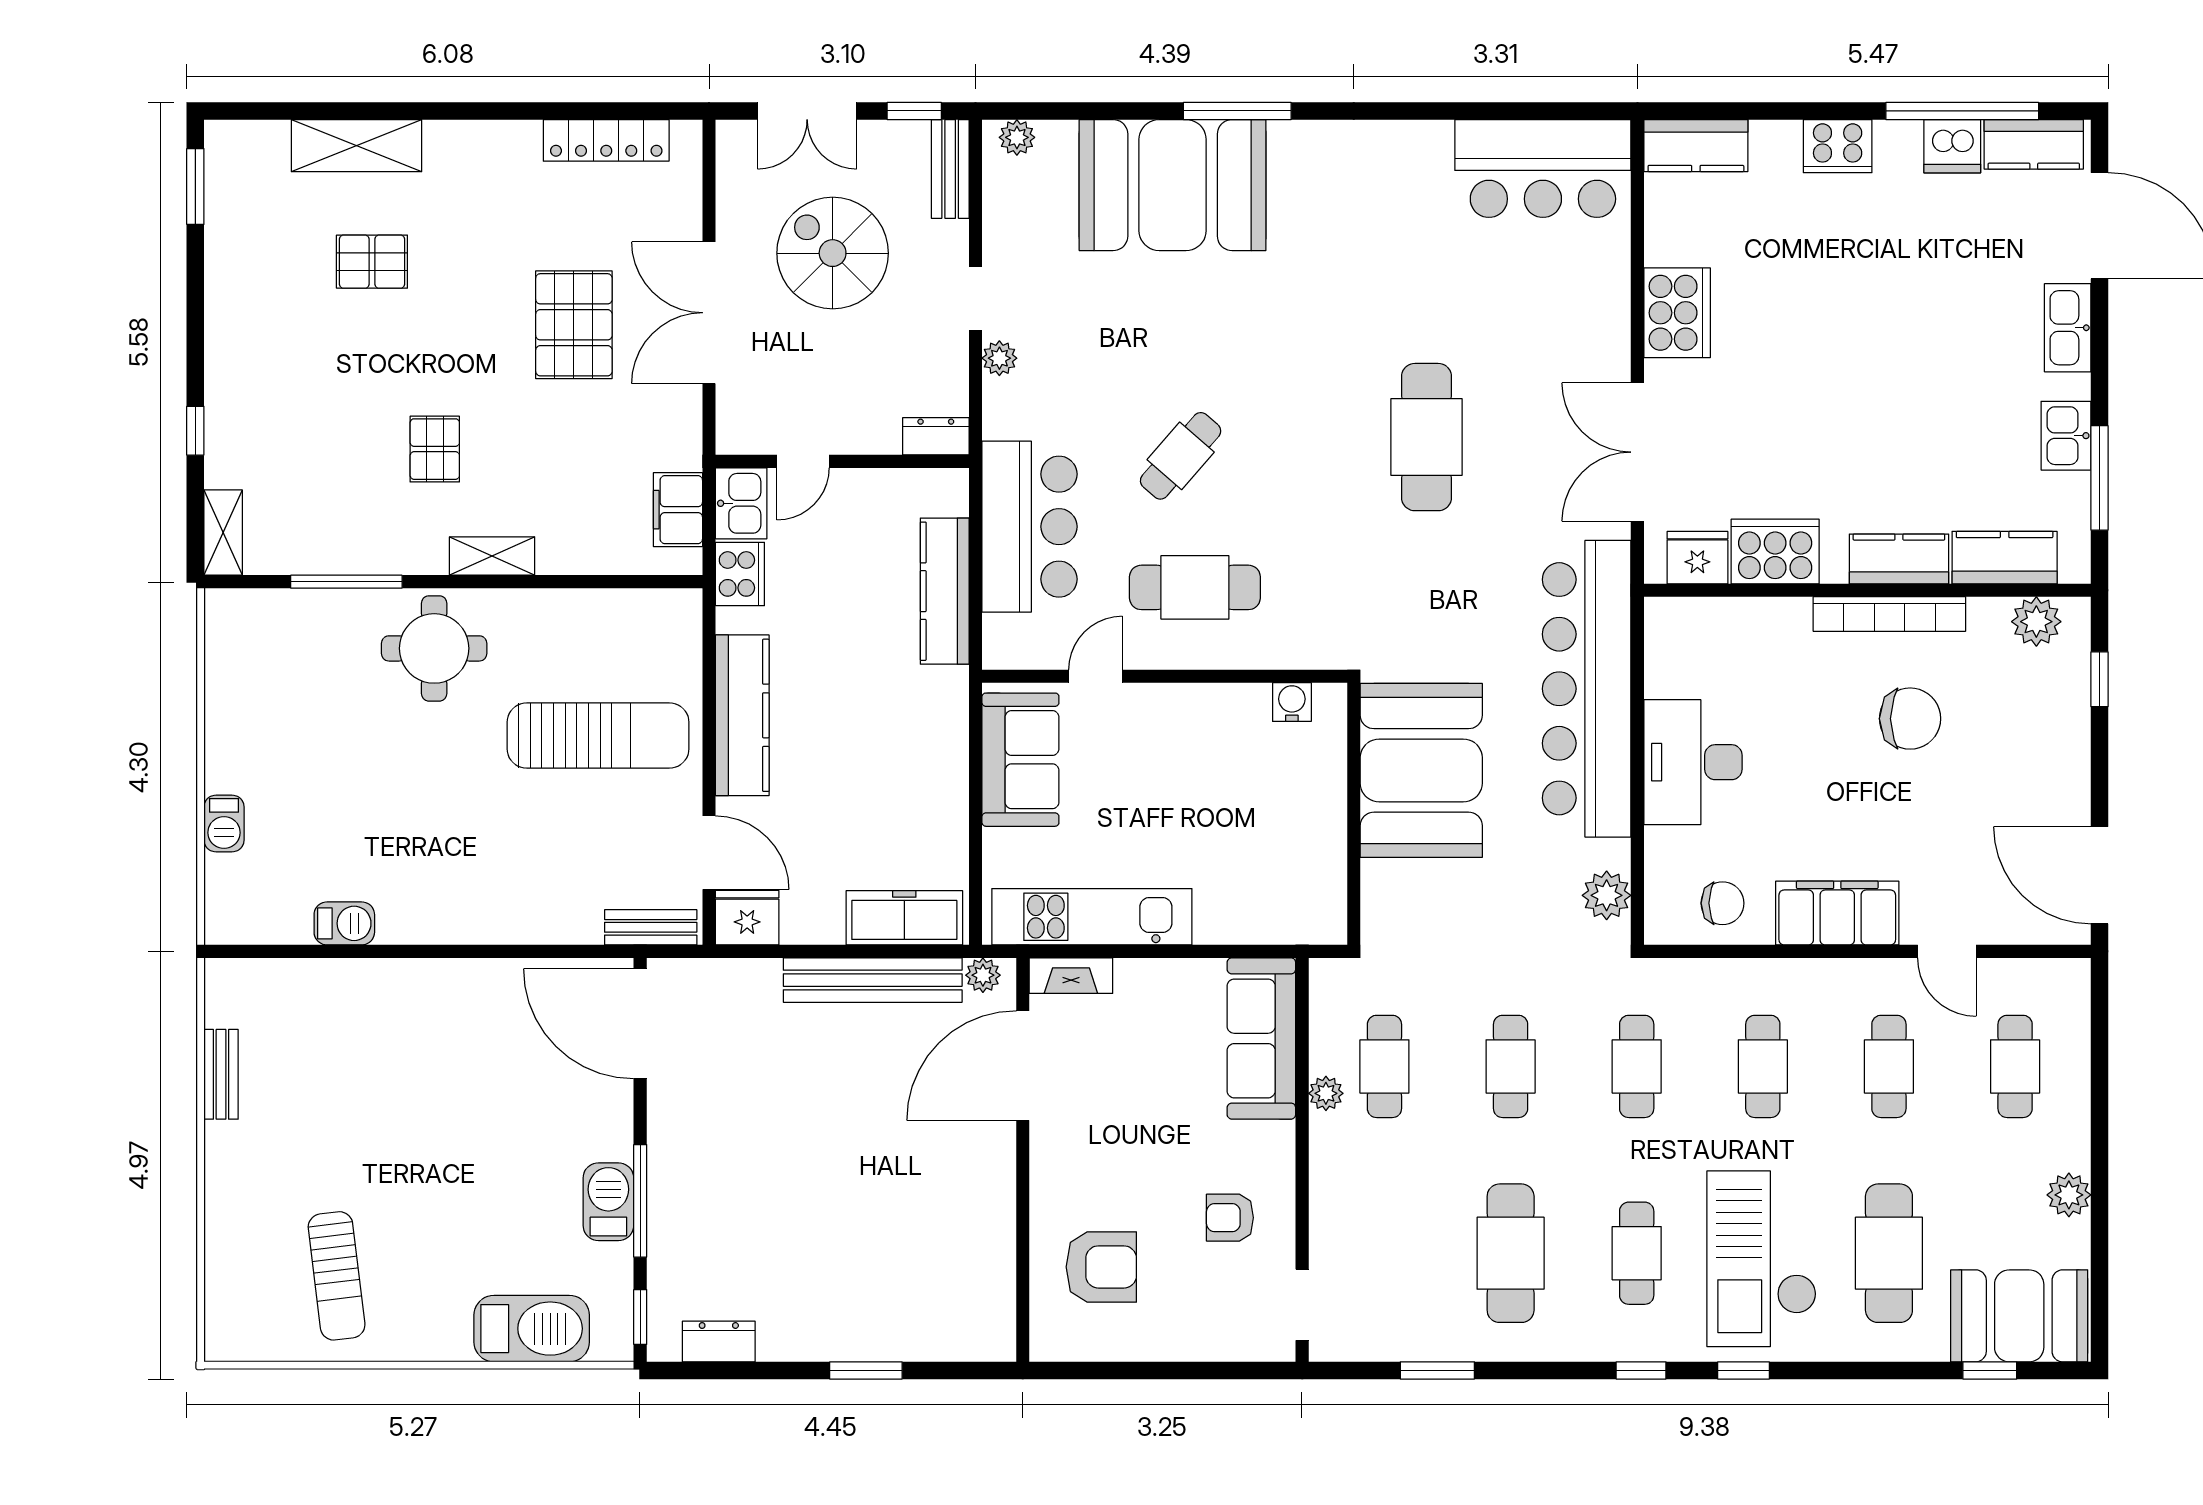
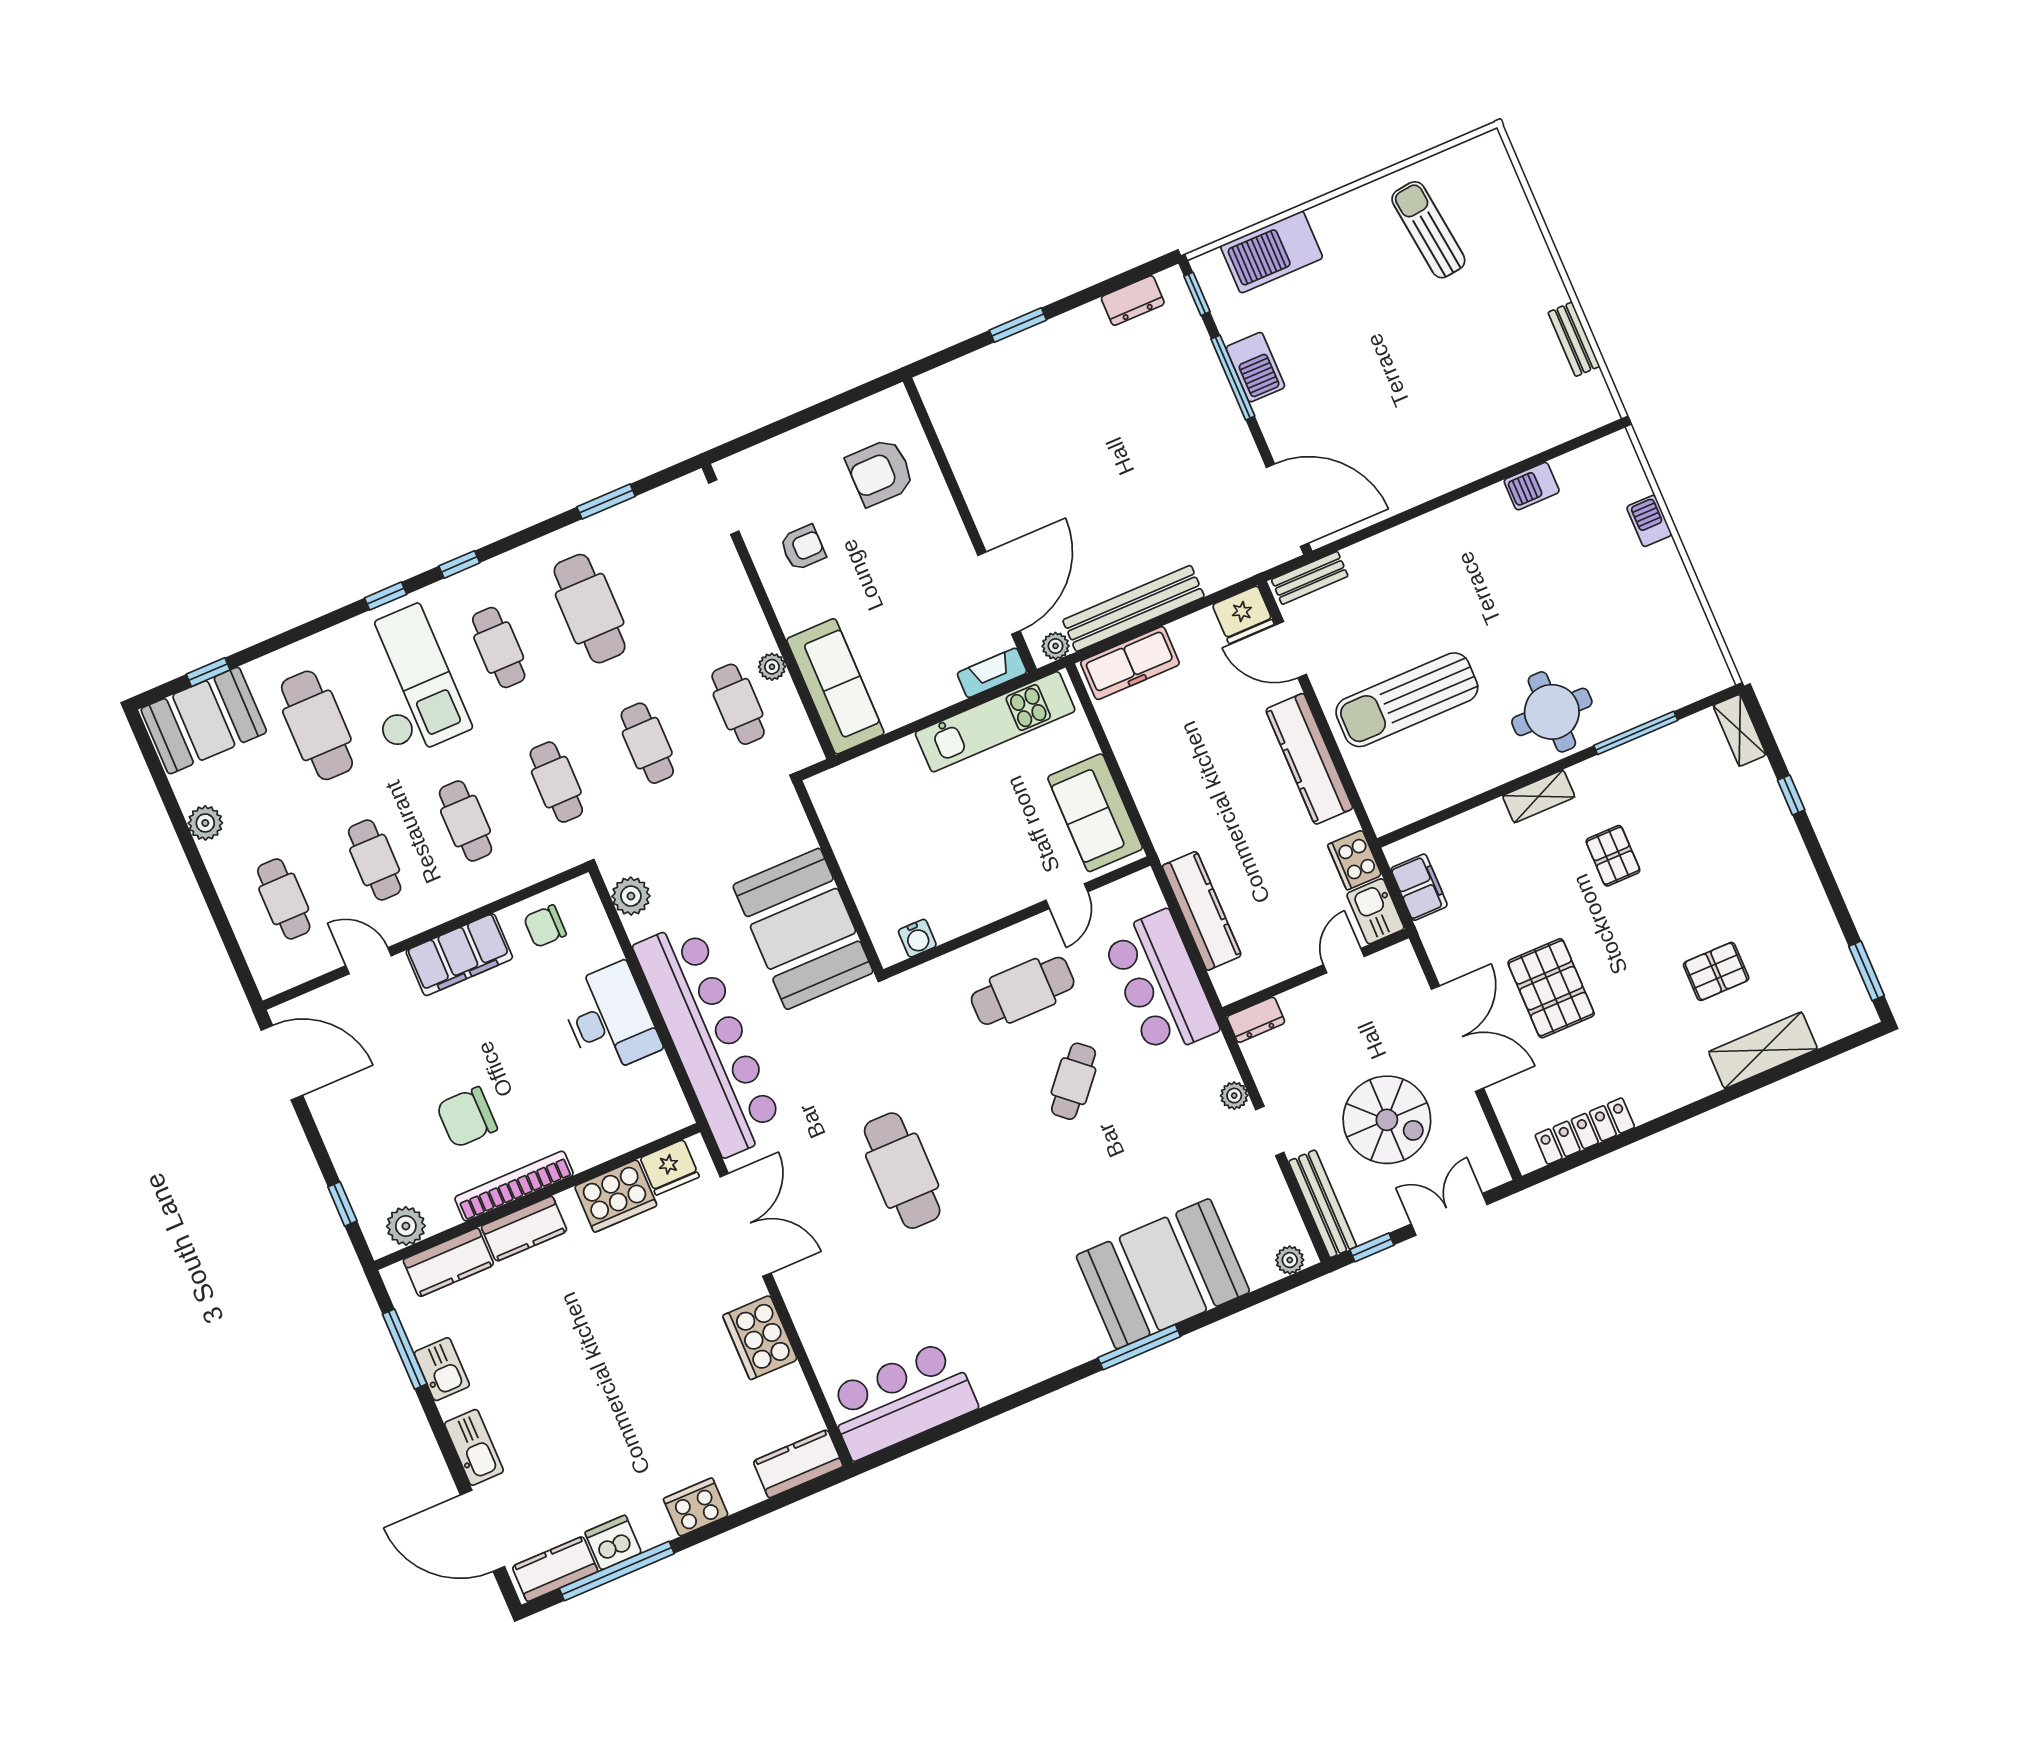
bench: (950, 169) -> (1323, 1204), width x1.36

